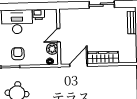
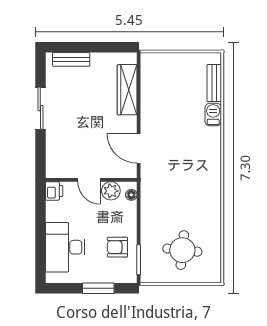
printer: (39, 14) -> (54, 191), moved
wardrobe: (103, 58) -> (127, 90), moved

